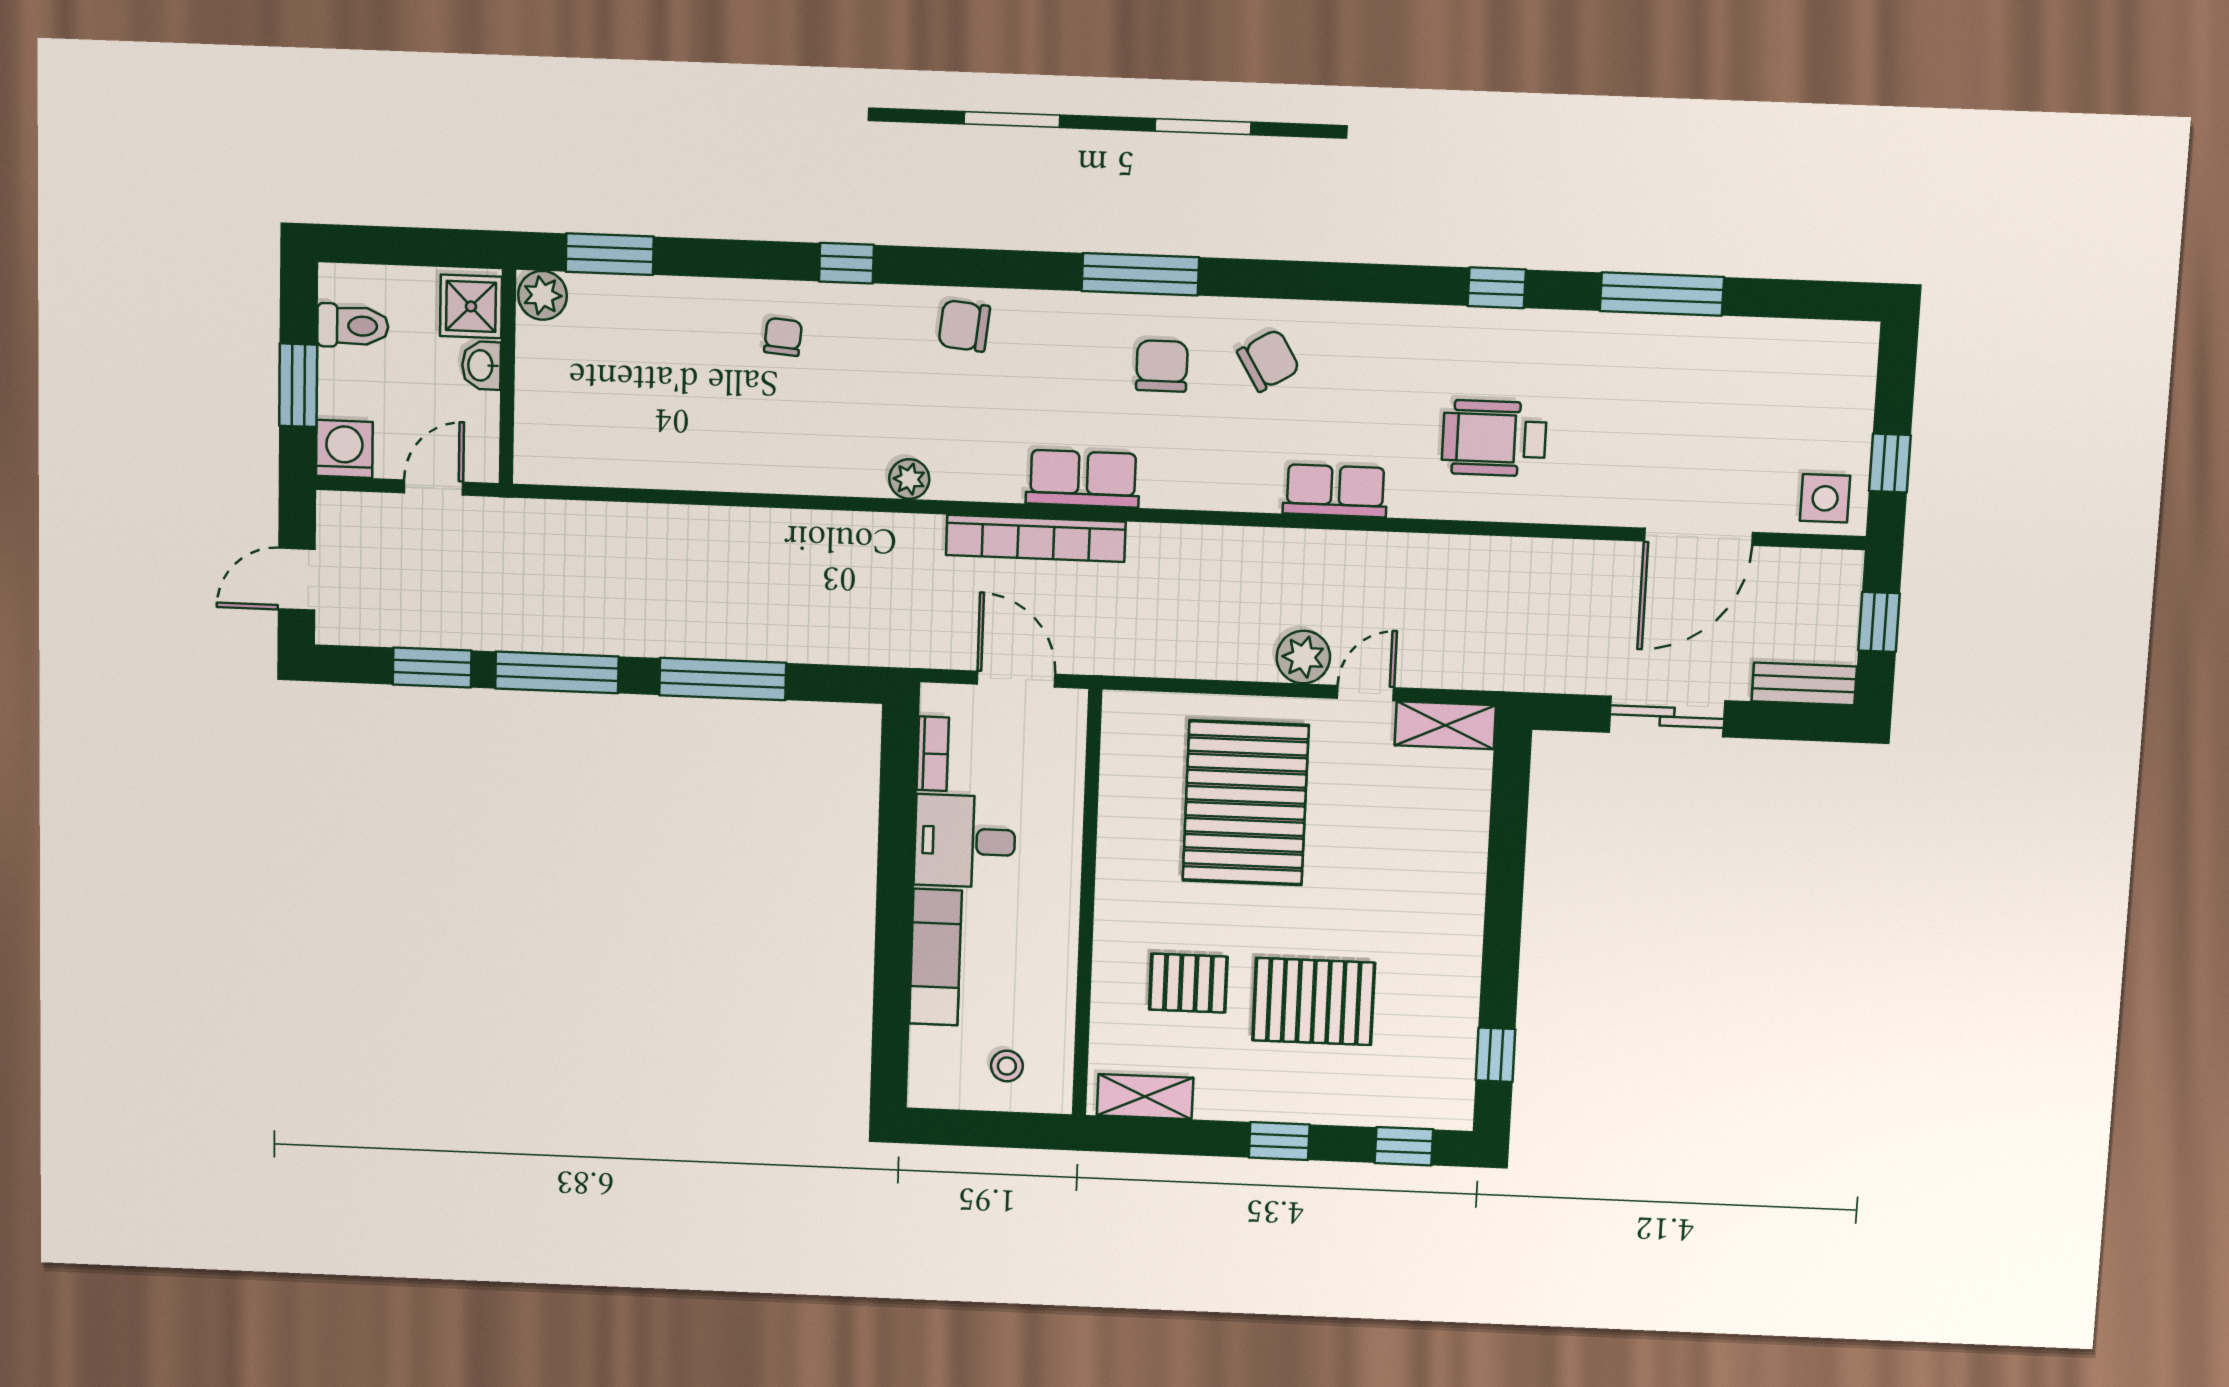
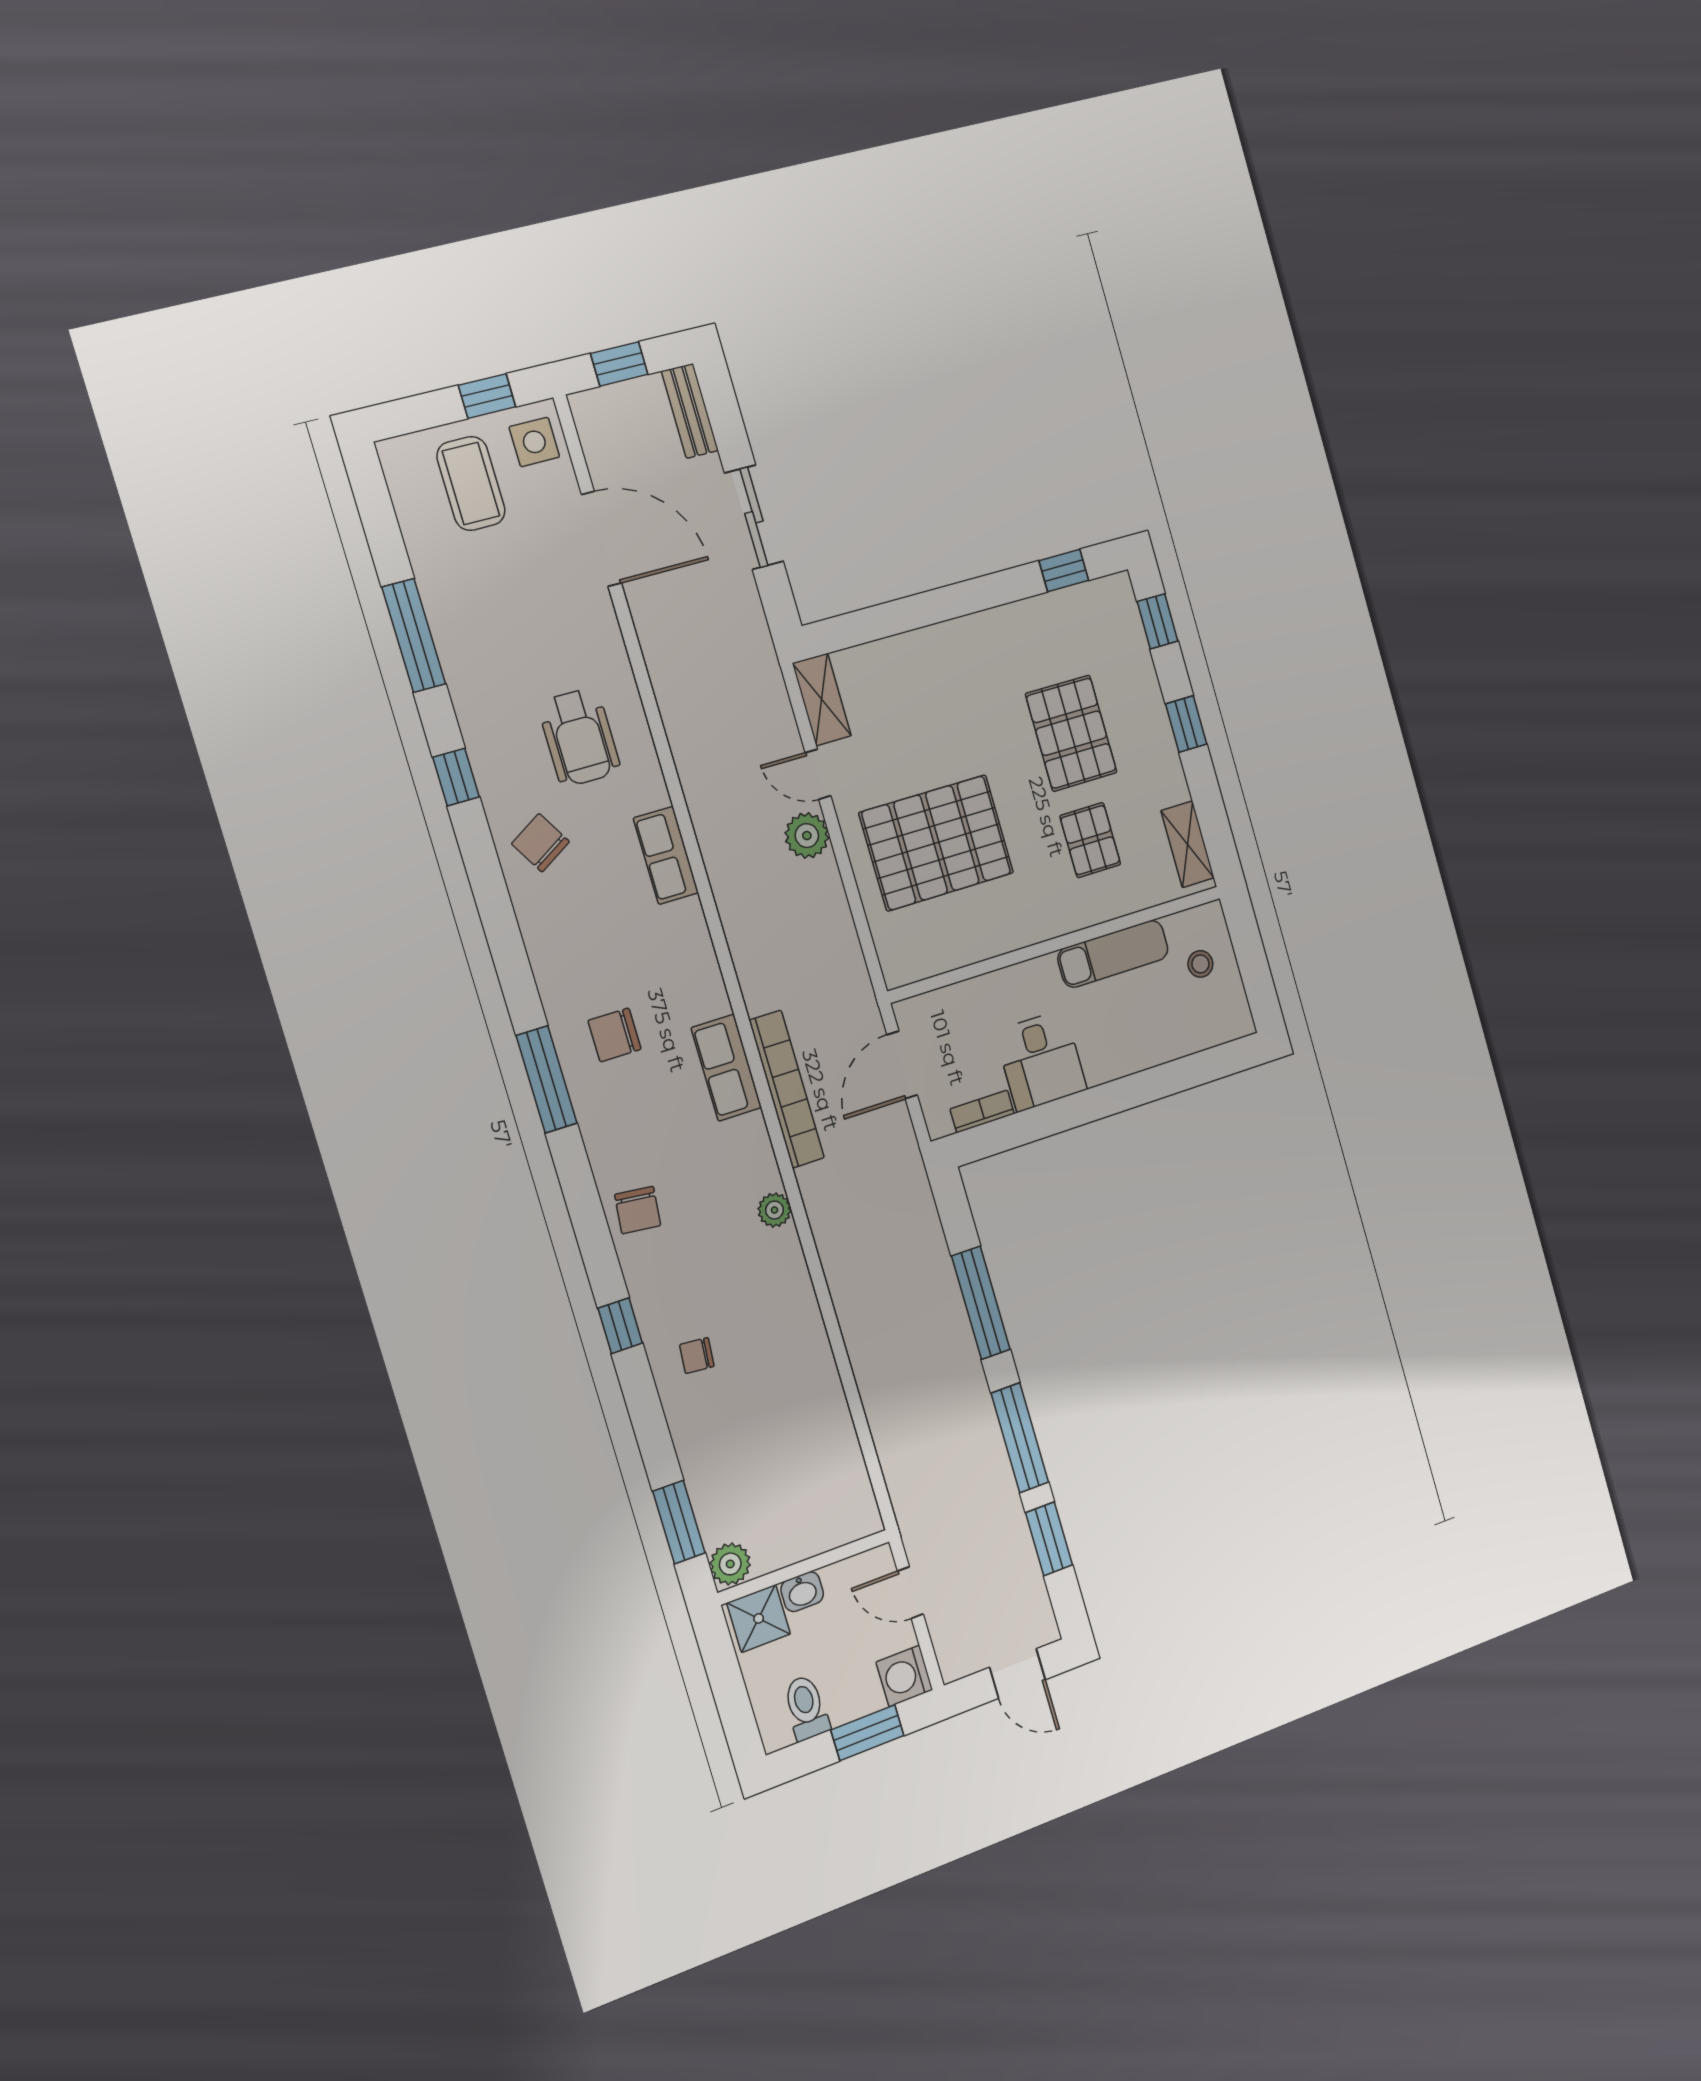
chair: (1269, 360) -> (540, 843), moved
coffee table: (1803, 413) -> (471, 483), added
exam couch: (935, 957) -> (1113, 954), moved, turned 180

